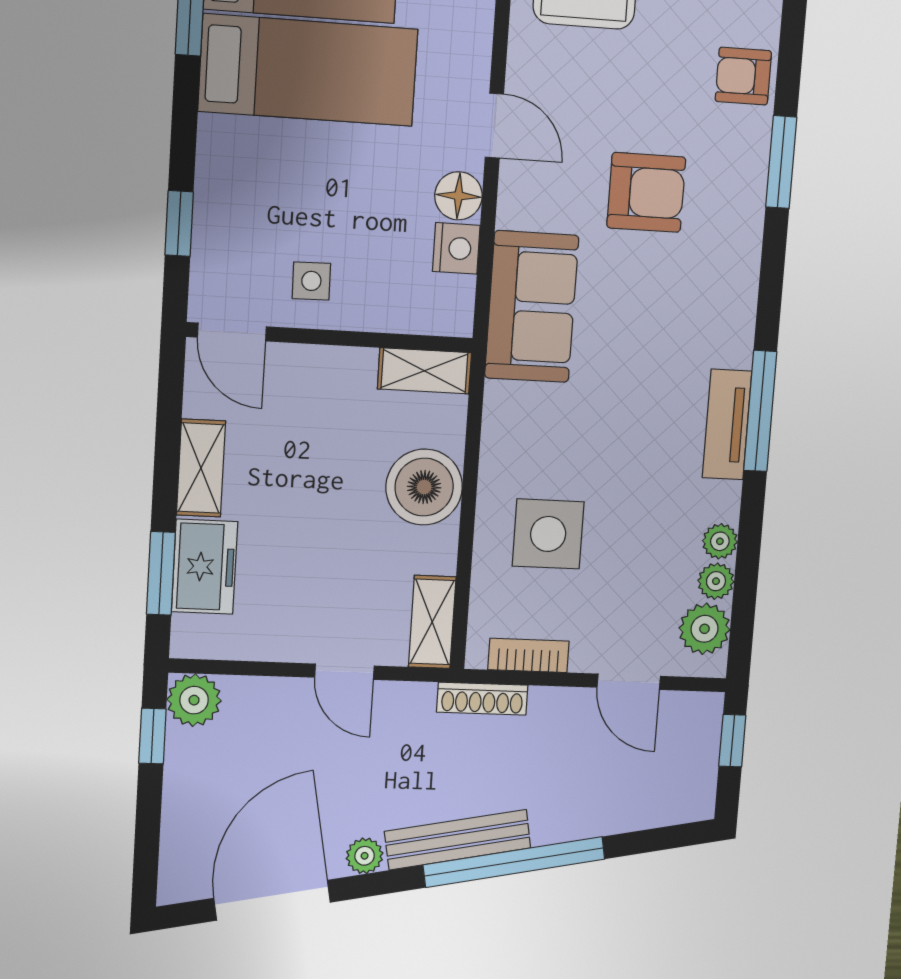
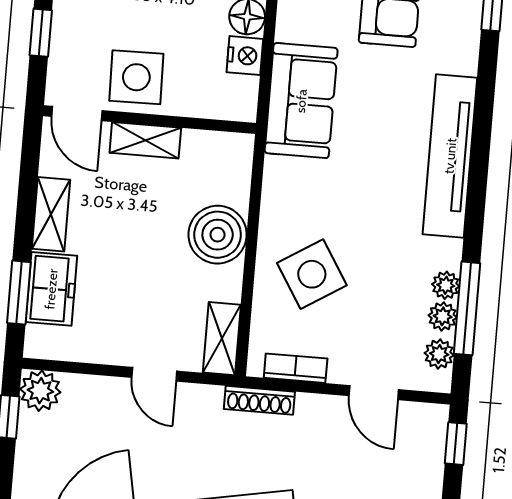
side table: (311, 281) -> (136, 77), width x1.87, depth x1.87
shelving: (424, 371) -> (145, 140), moved
window: (760, 411) -> (467, 308), moved
tv unit: (727, 424) -> (450, 156), width x1.92, depth x1.29
side table: (548, 534) -> (312, 274), turned -32
plant: (704, 629) -> (439, 354), width x0.73, depth x0.73

